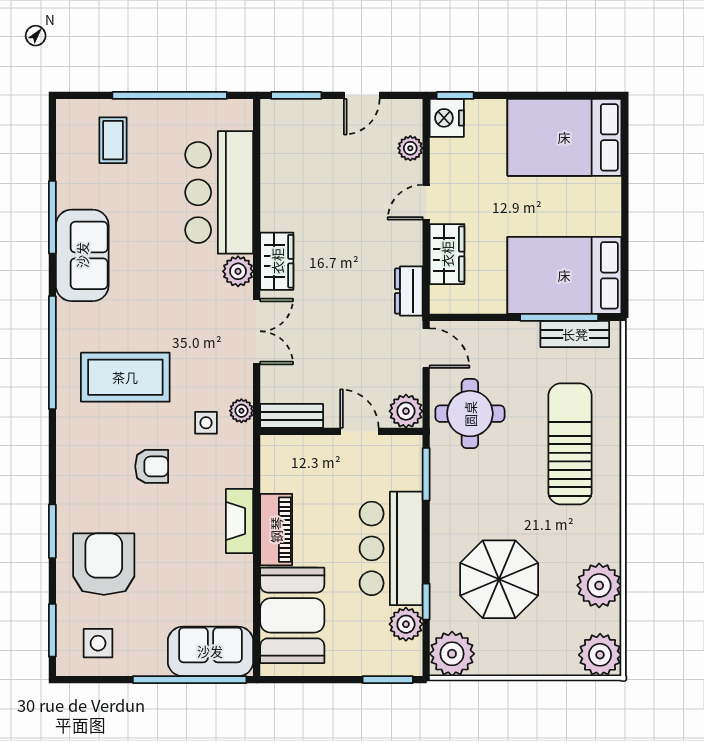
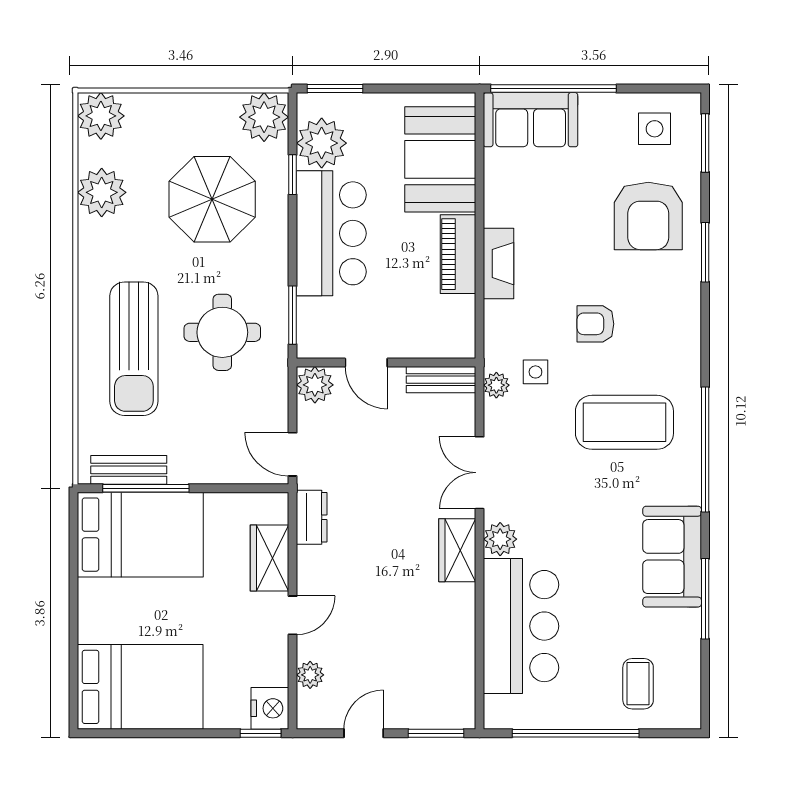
round table: (470, 414) -> (222, 332), moved
plant: (406, 624) -> (322, 143), width x1.36, depth x1.36

